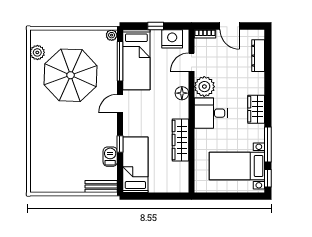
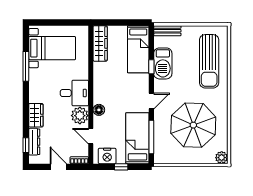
plant: (112, 35) -> (159, 159), removed
plant: (37, 52) -> (222, 158), moved
door: (191, 62) -> (91, 136), swing flipped
wardrobe: (256, 109) -> (36, 115), moved
wardrobe: (180, 140) -> (100, 43), moved
sun lounger: (52, 150) -> (209, 61), added
barbecue: (110, 157) -> (163, 63), width x1.88, depth x1.53
window: (268, 178) -> (26, 145), moved

